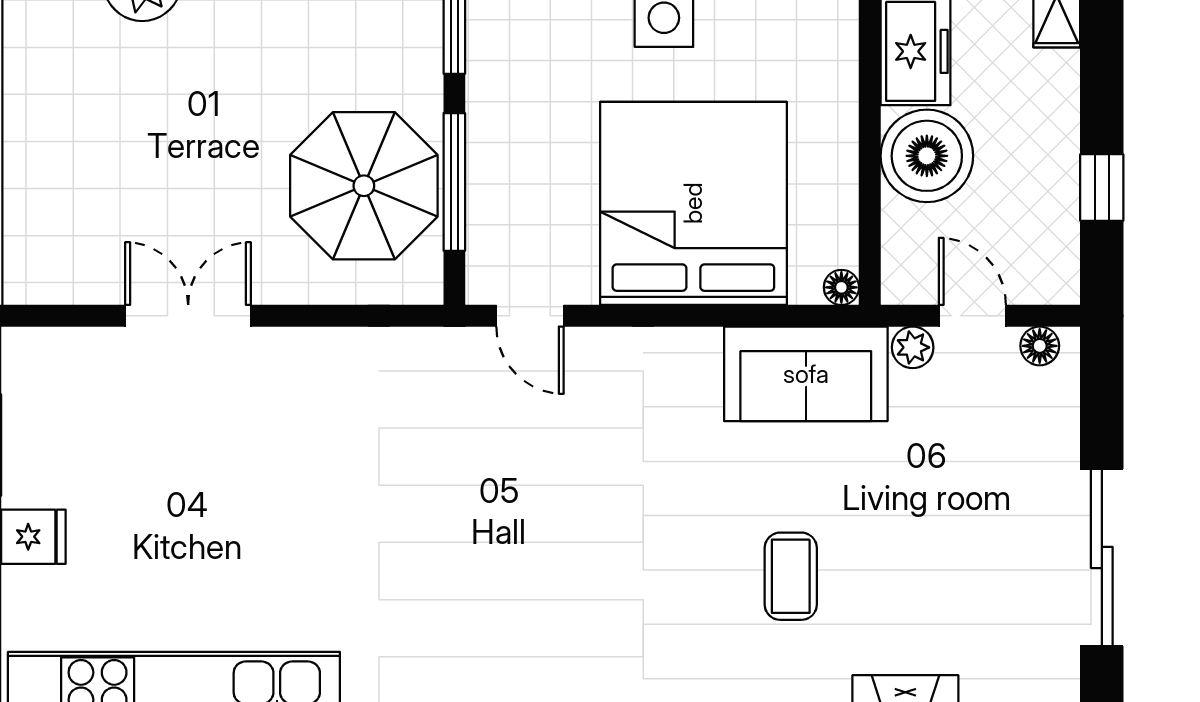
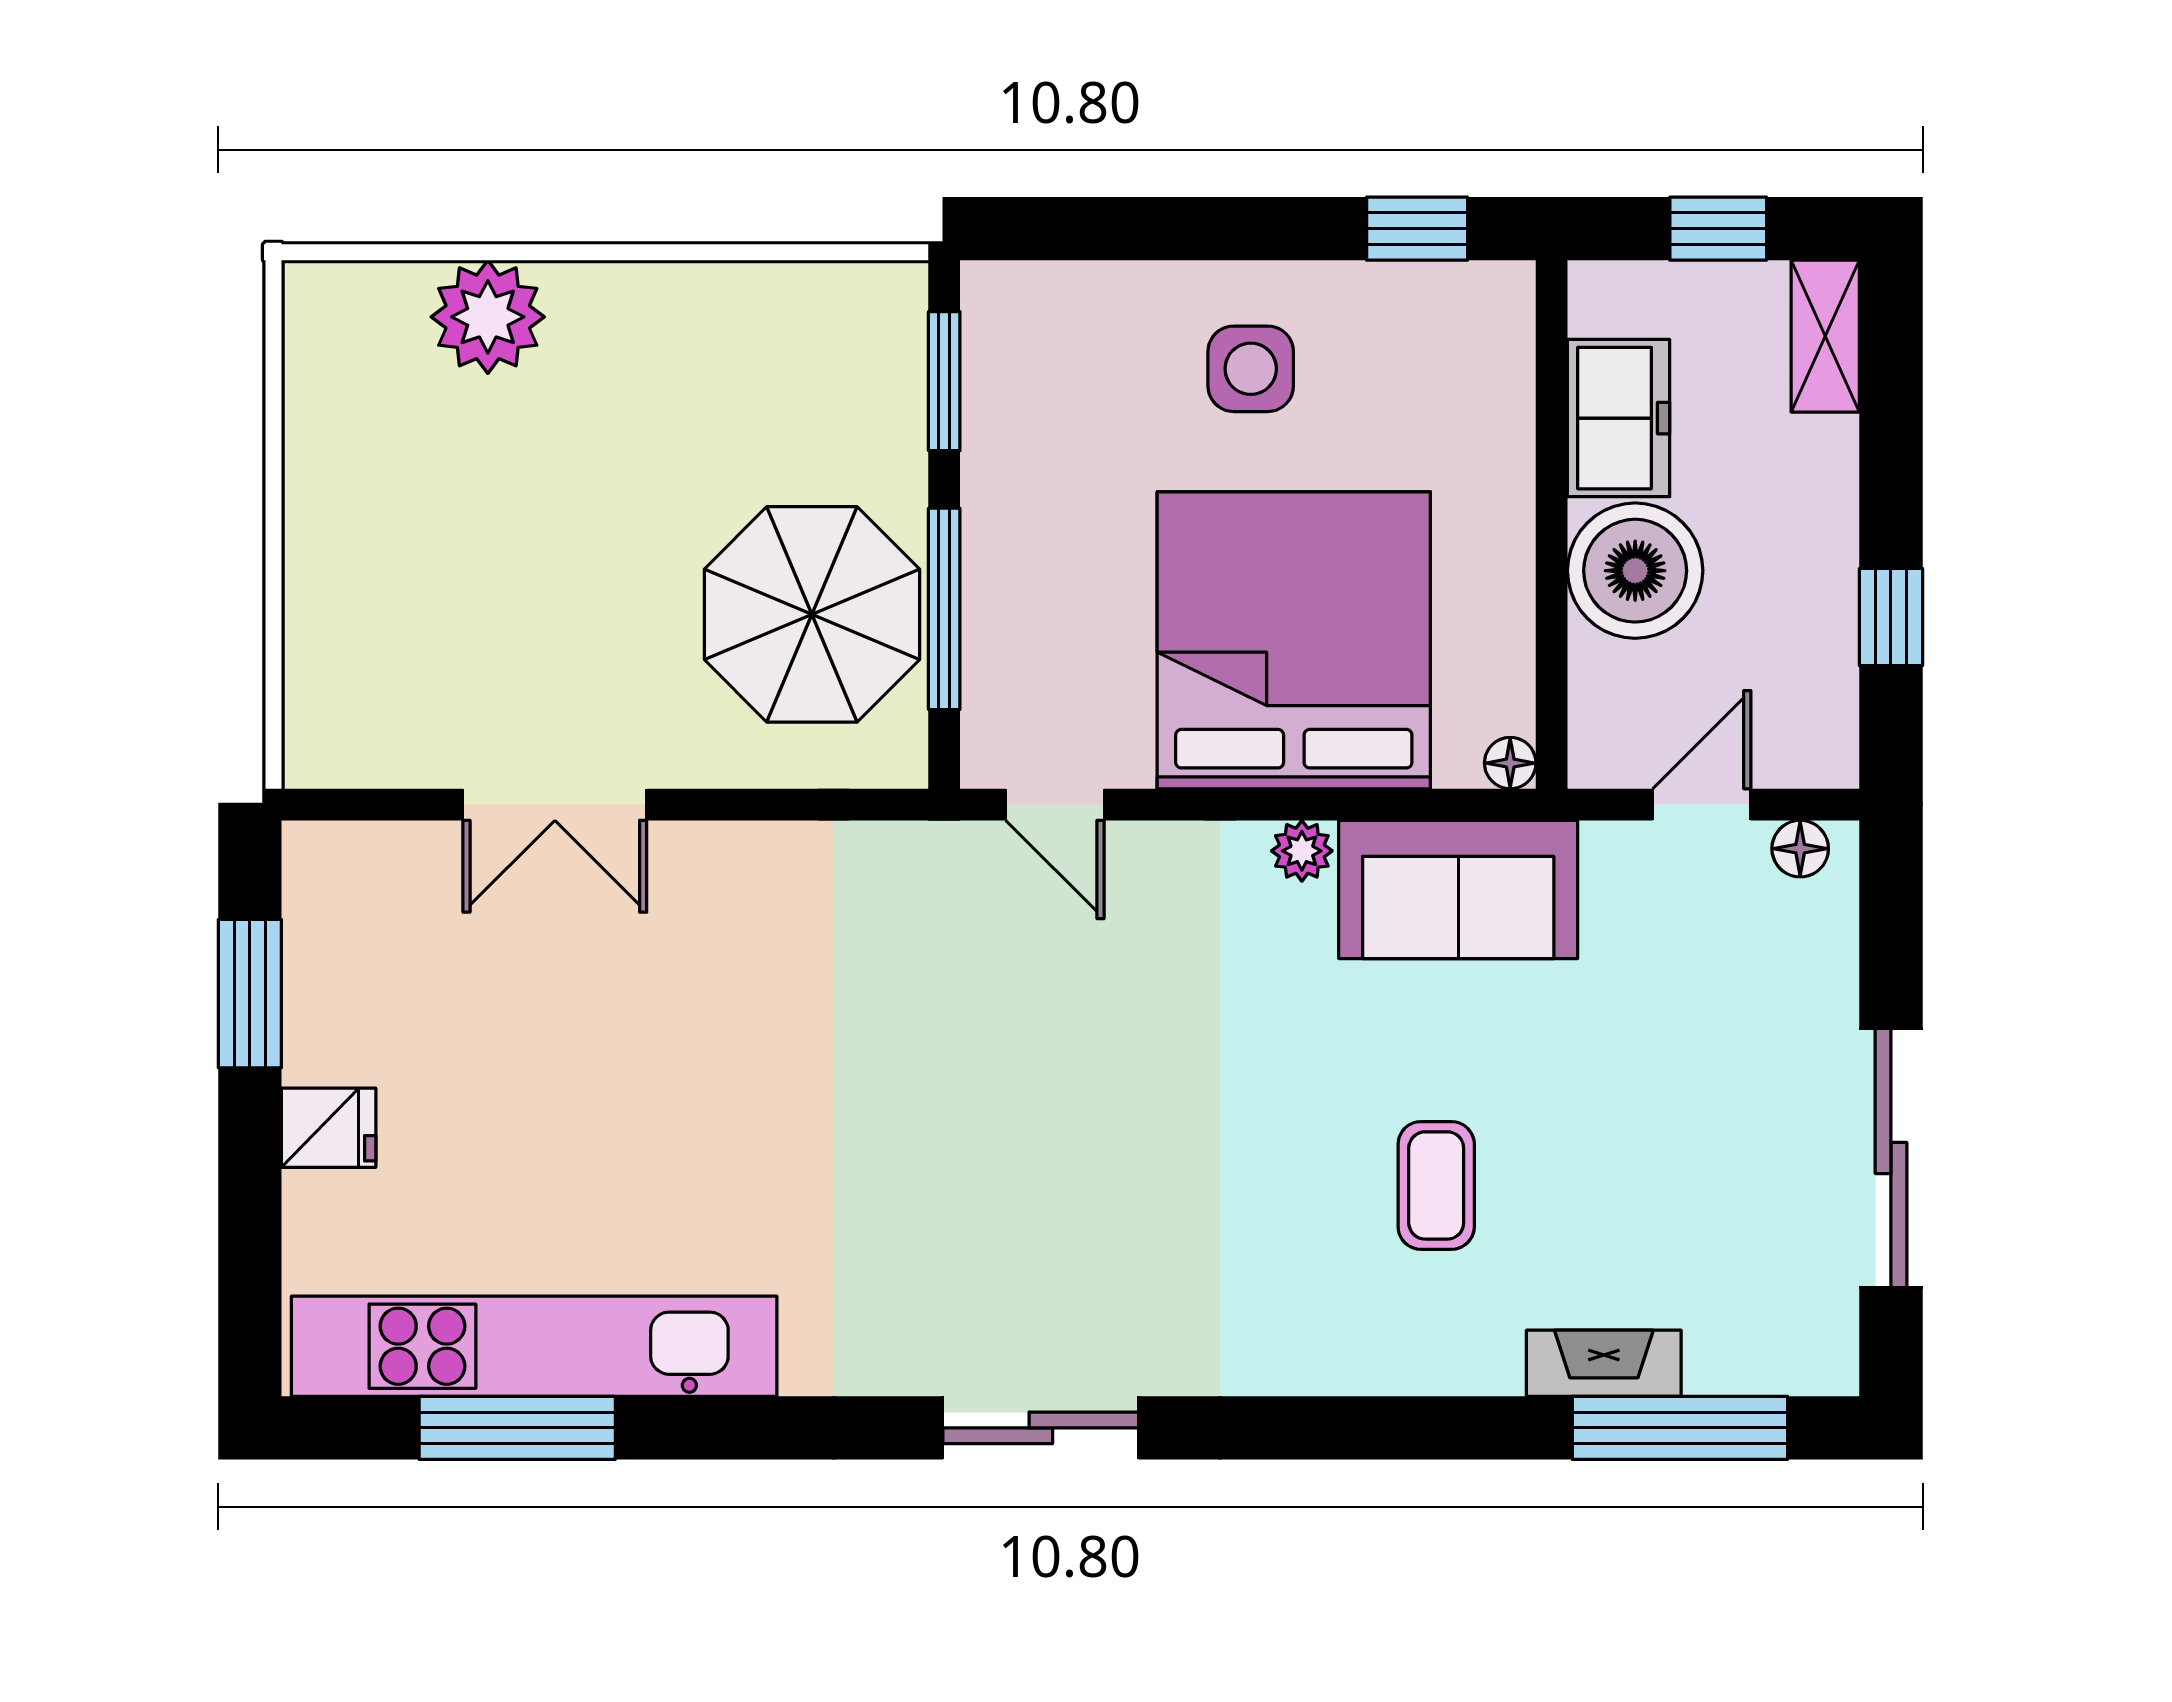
double door: (188, 316) -> (555, 805), swing flipped
door: (972, 316) -> (1702, 805), hinge flipped
plant: (913, 347) -> (1302, 851), moved

